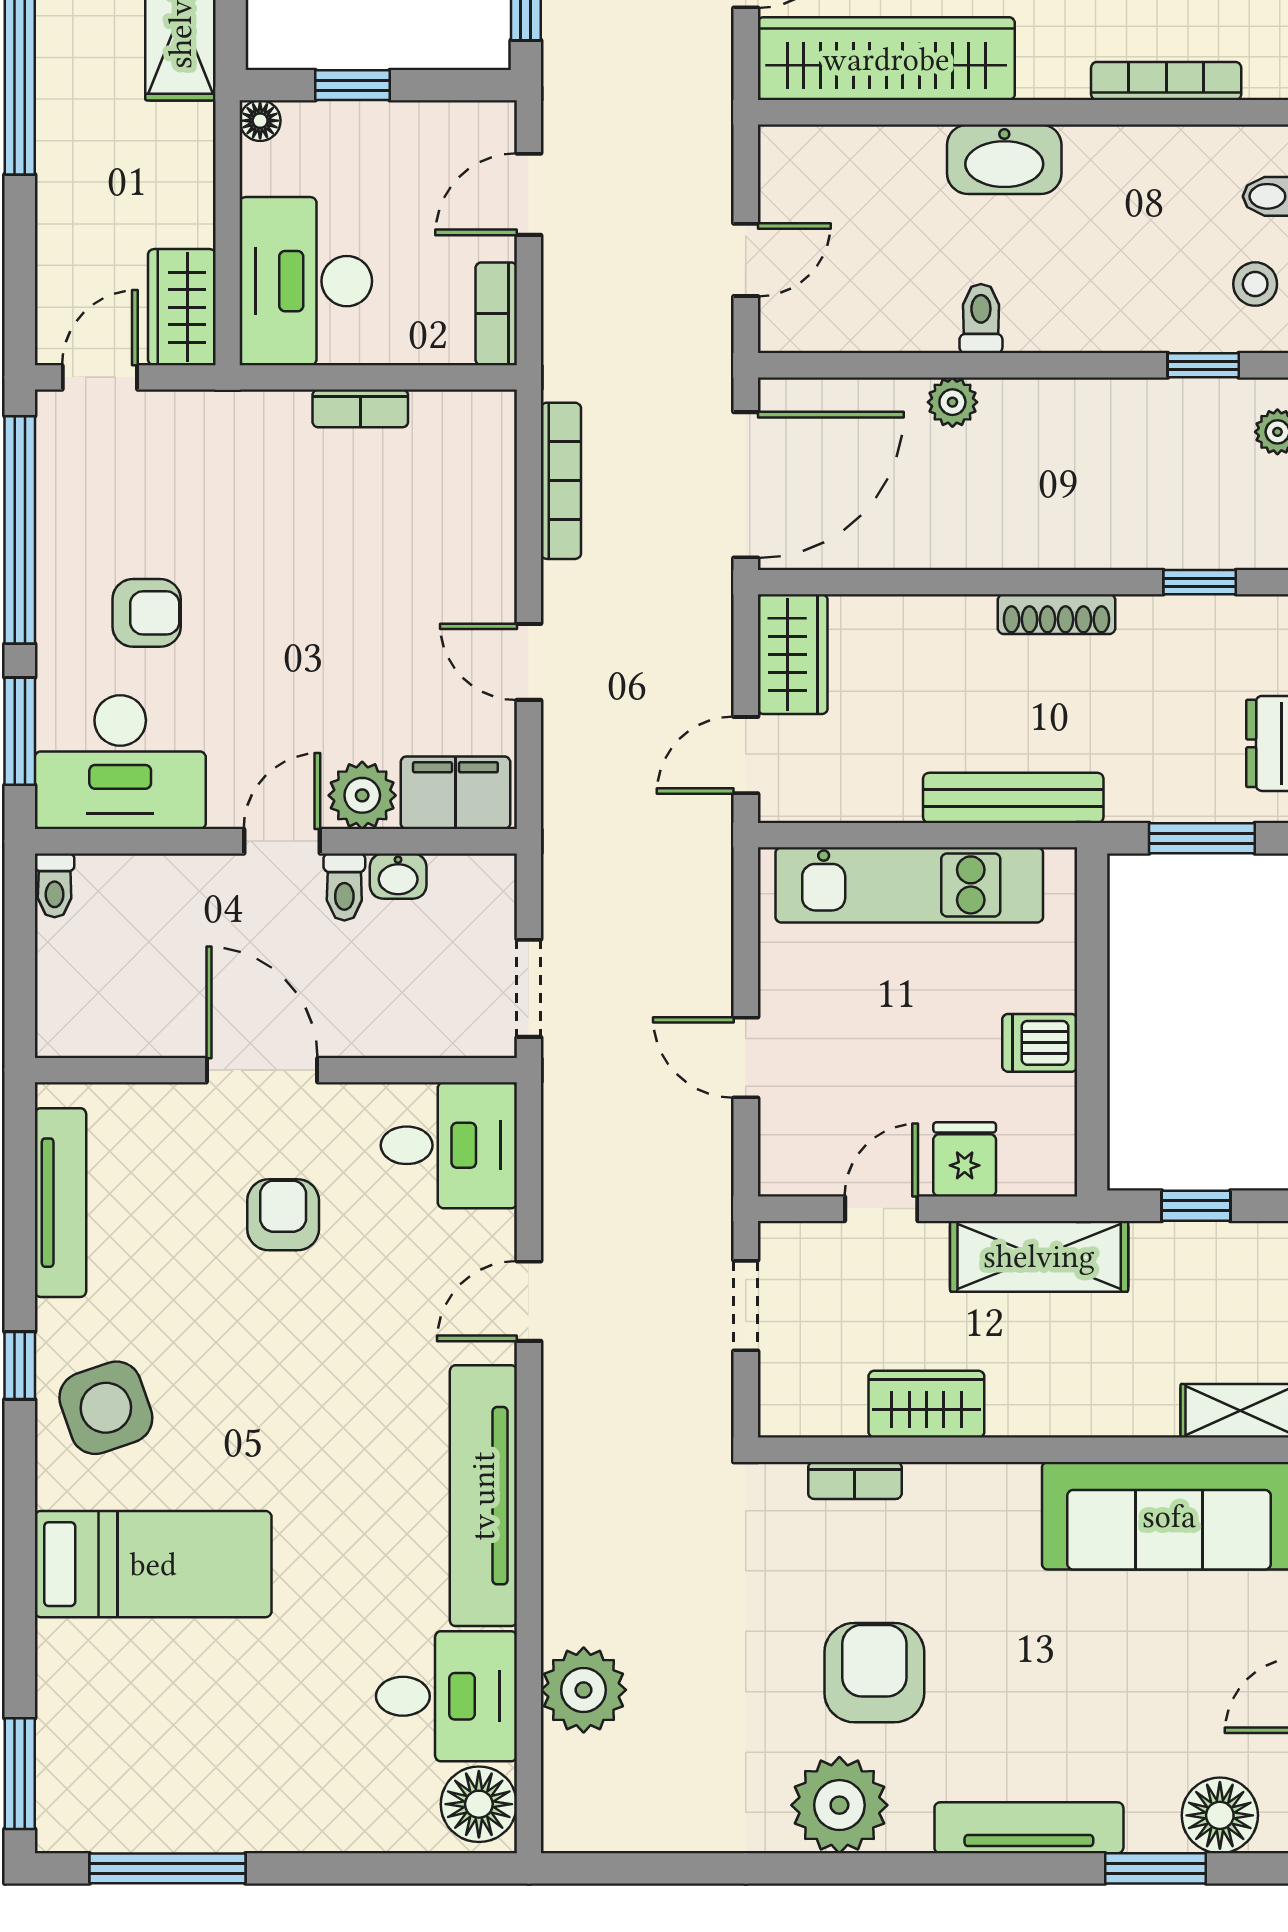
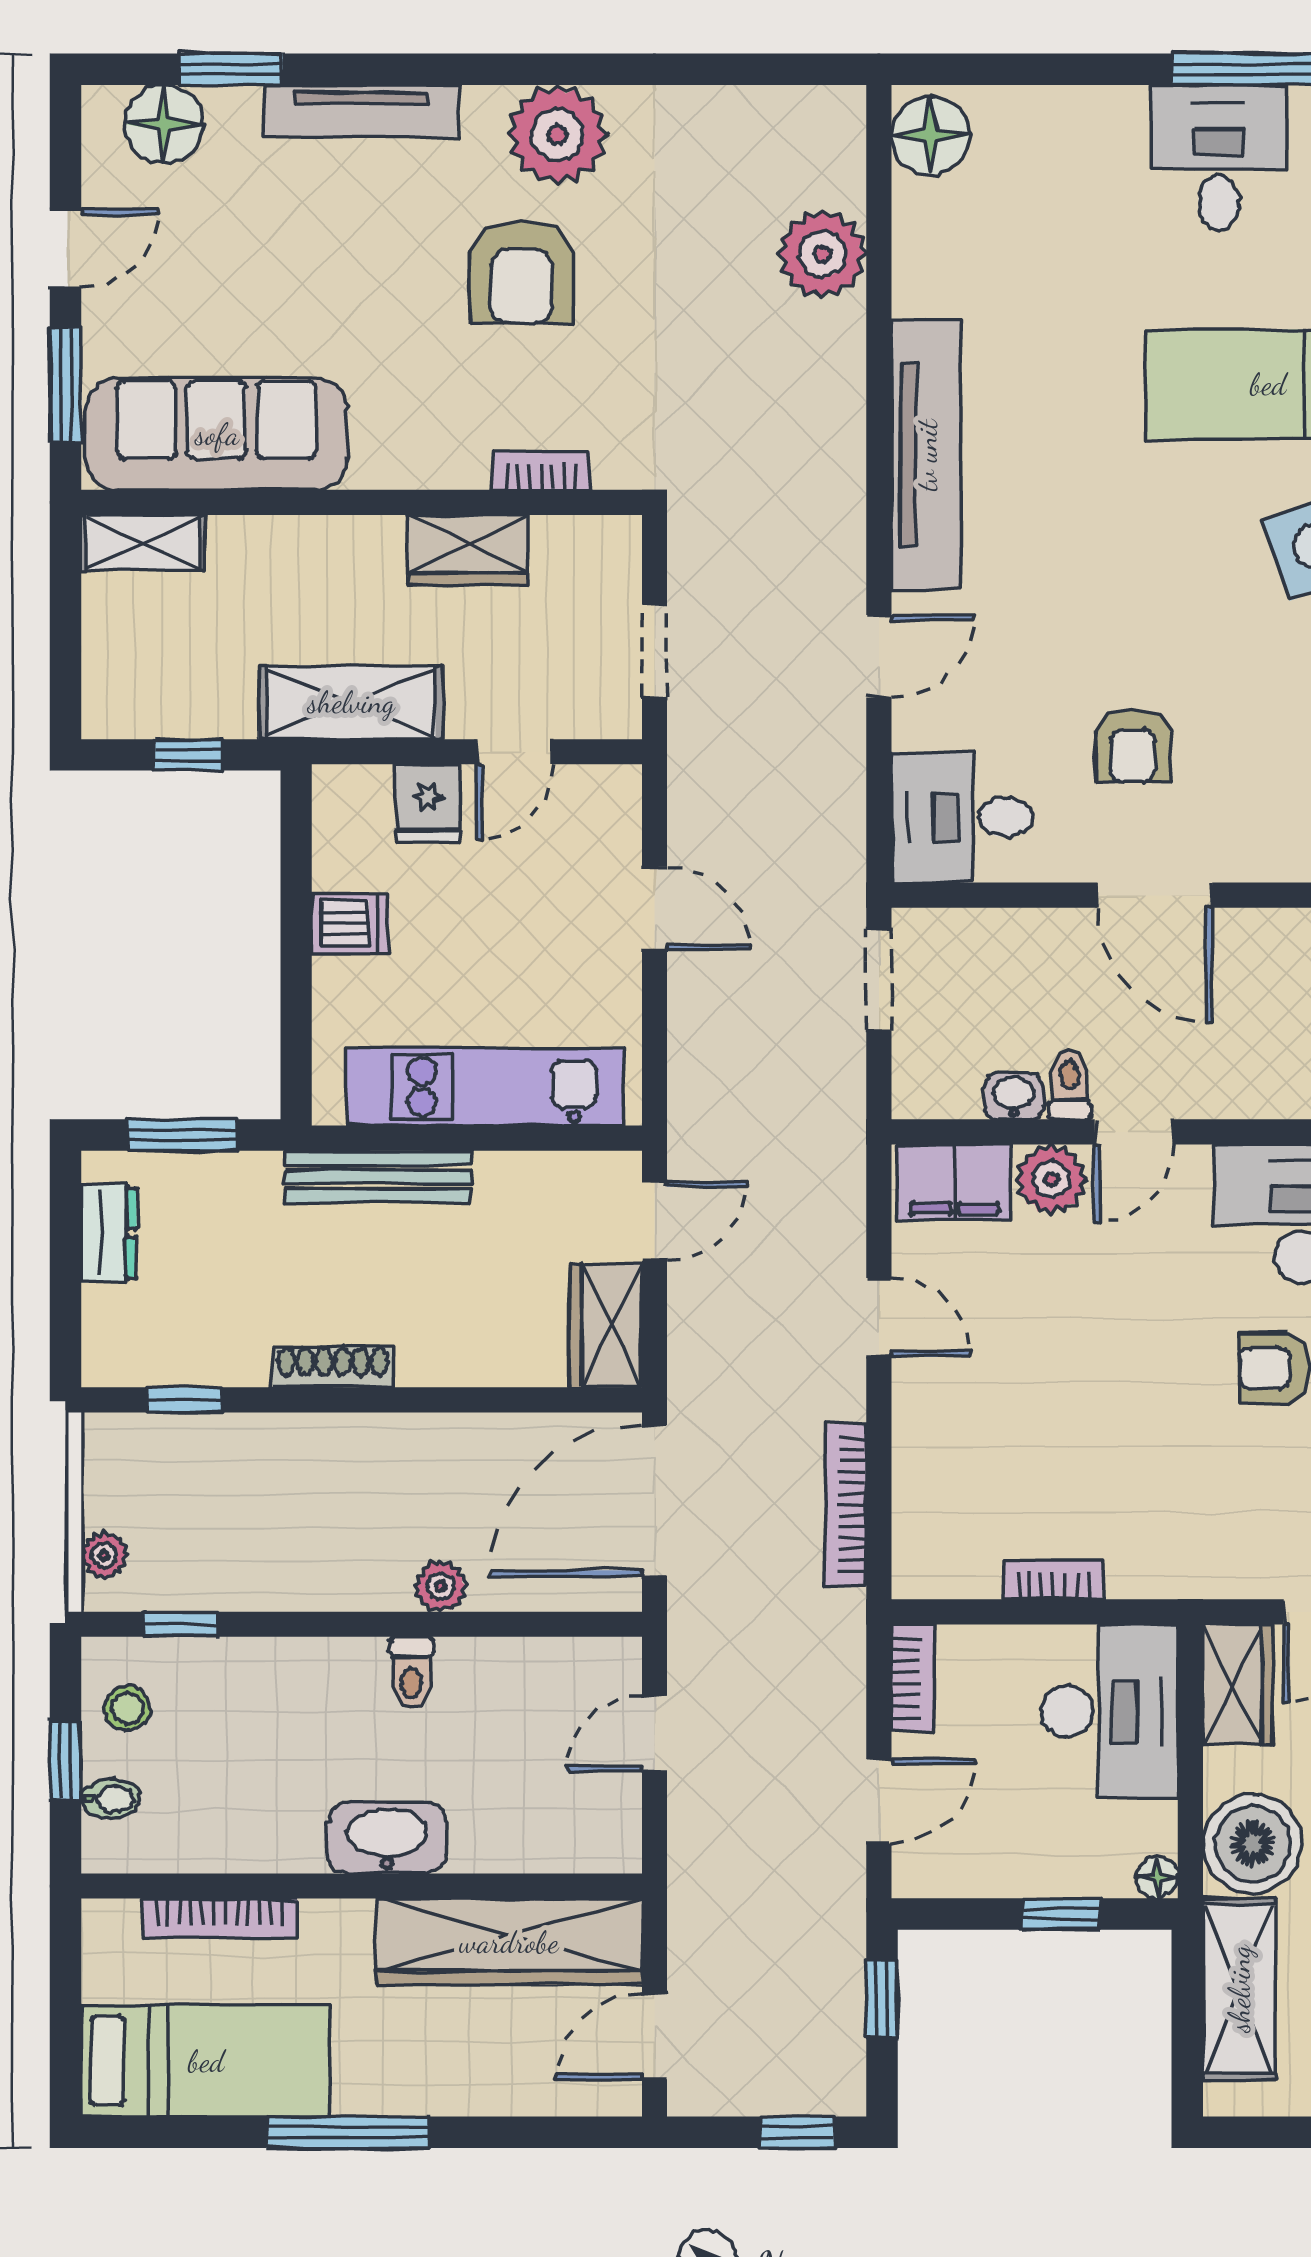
boiler: (168, 153) -> (1253, 1843), added
desk: (446, 1696) -> (1219, 158), moved, turned 90

